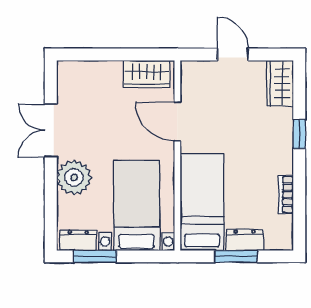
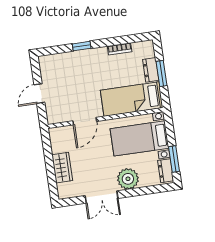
wardrobe: (147, 74) -> (62, 168), moved
wardrobe: (280, 83) -> (53, 62), removed

